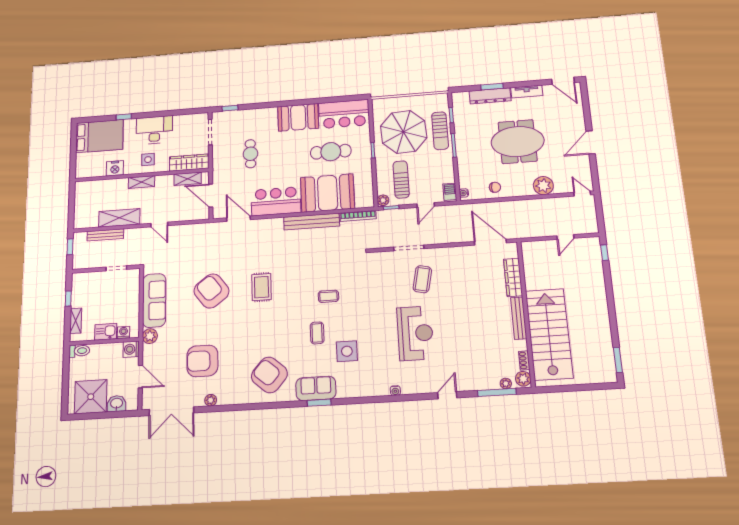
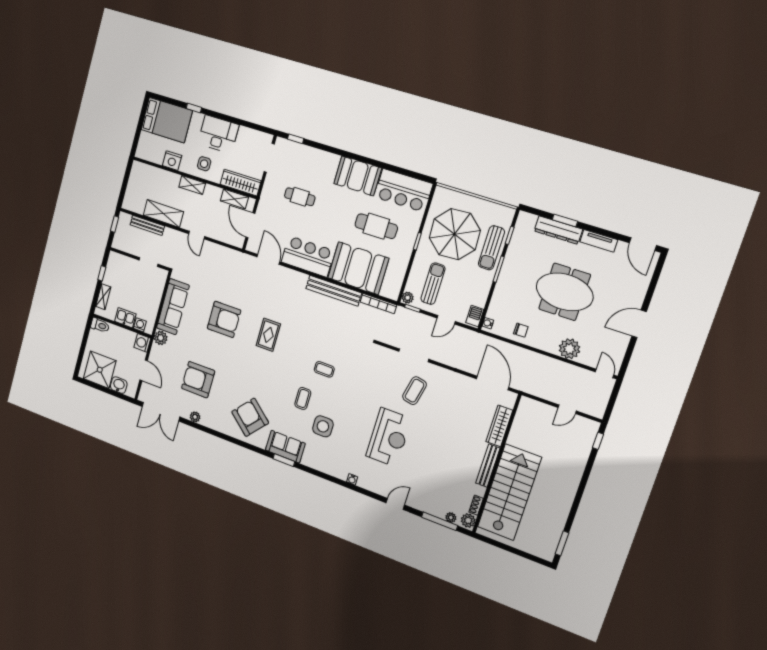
cafe table: (250, 154) -> (300, 197), turned 90
armchair: (211, 291) -> (224, 319), turned 127

